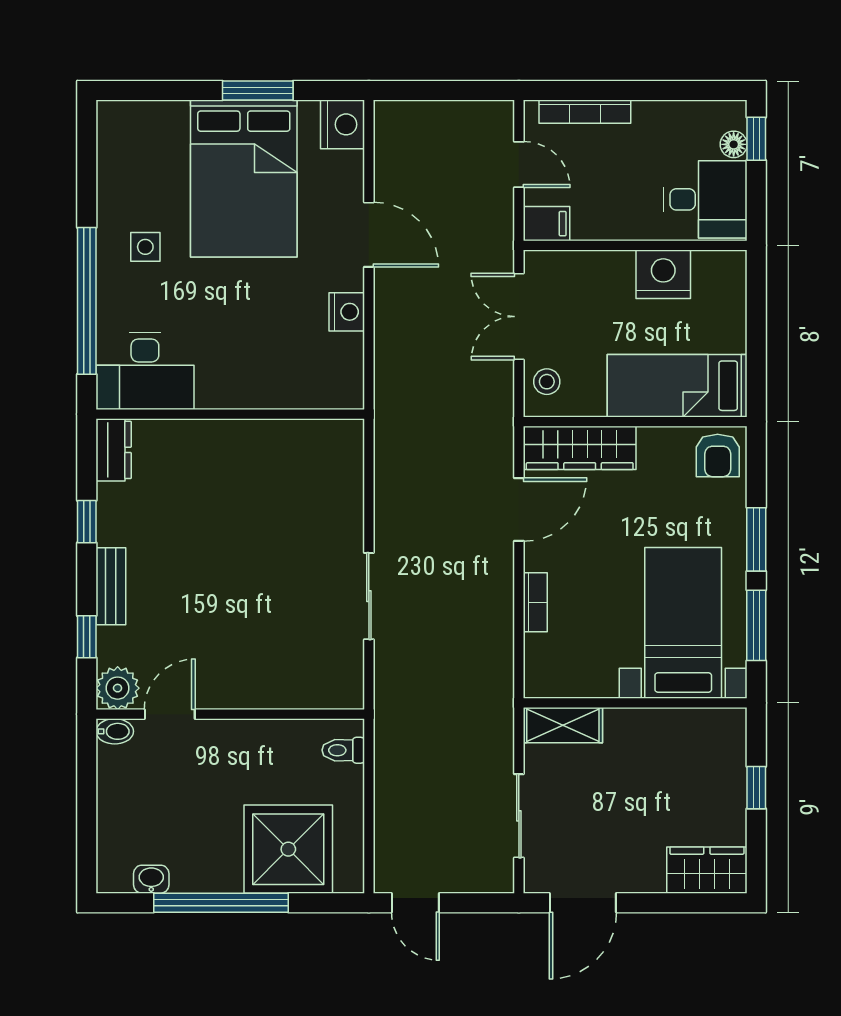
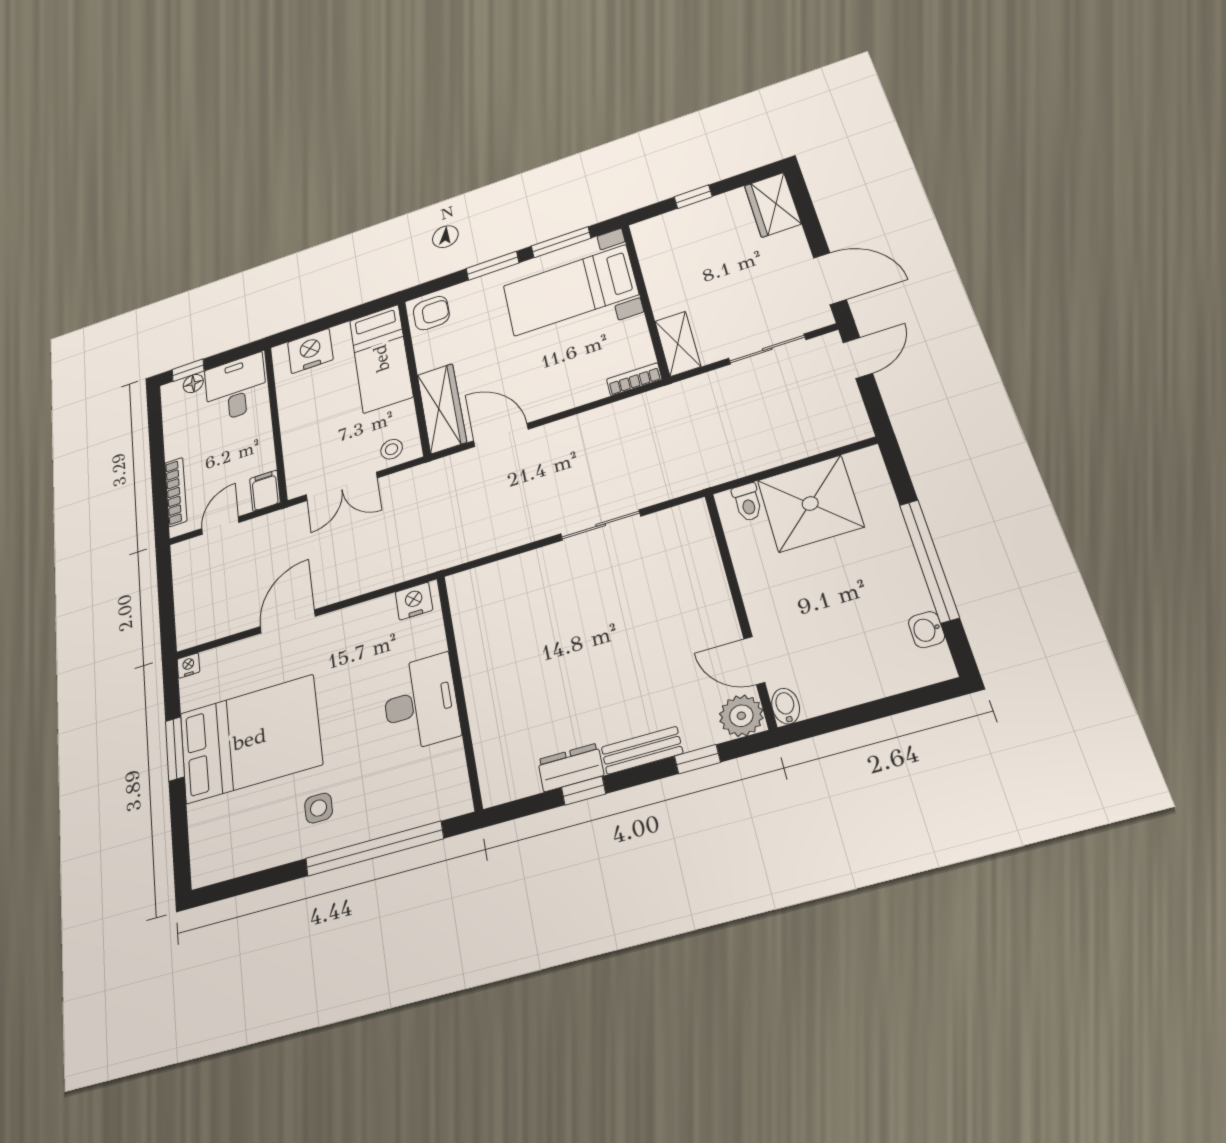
nightstand: (343, 124) -> (188, 666), width x0.53, depth x0.56
nightstand: (663, 274) -> (310, 351), moved, turned 90
nightstand: (347, 312) -> (414, 601), moved
desk: (145, 371) -> (421, 703), moved
dresser: (114, 450) -> (571, 767), moved
bookcase: (535, 602) -> (634, 379), moved
shower: (288, 849) -> (810, 504), moved
door: (415, 903) -> (858, 358), moved

